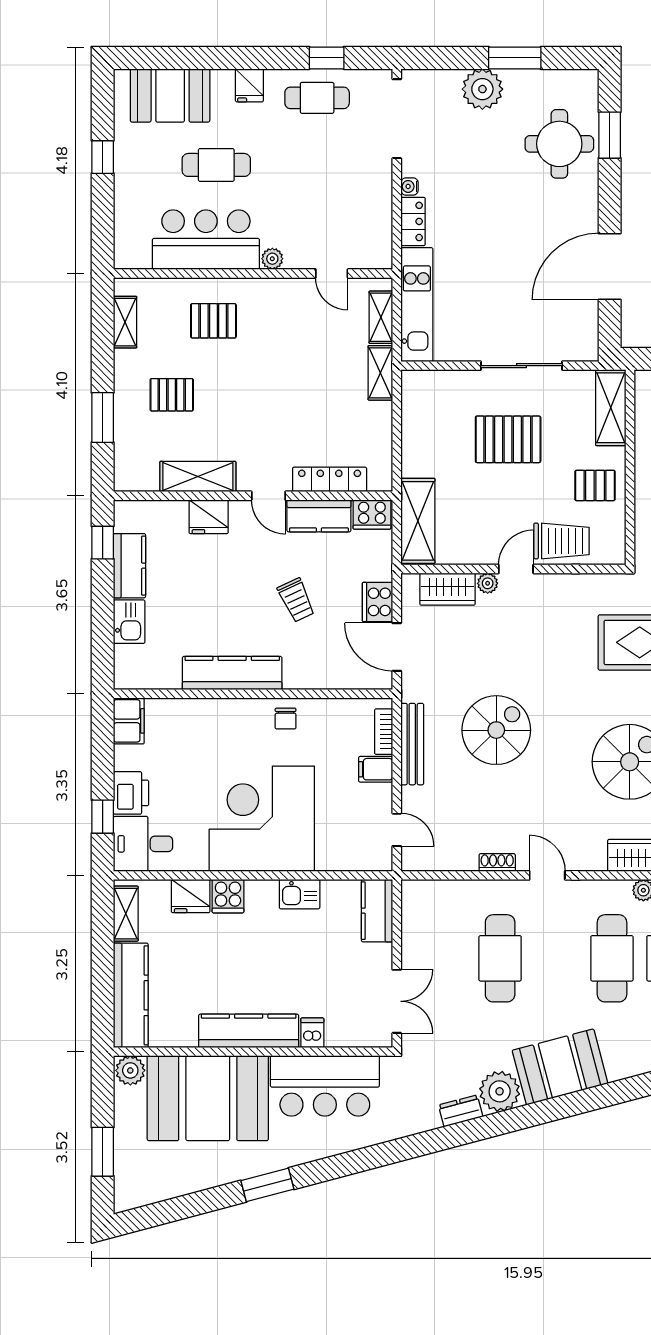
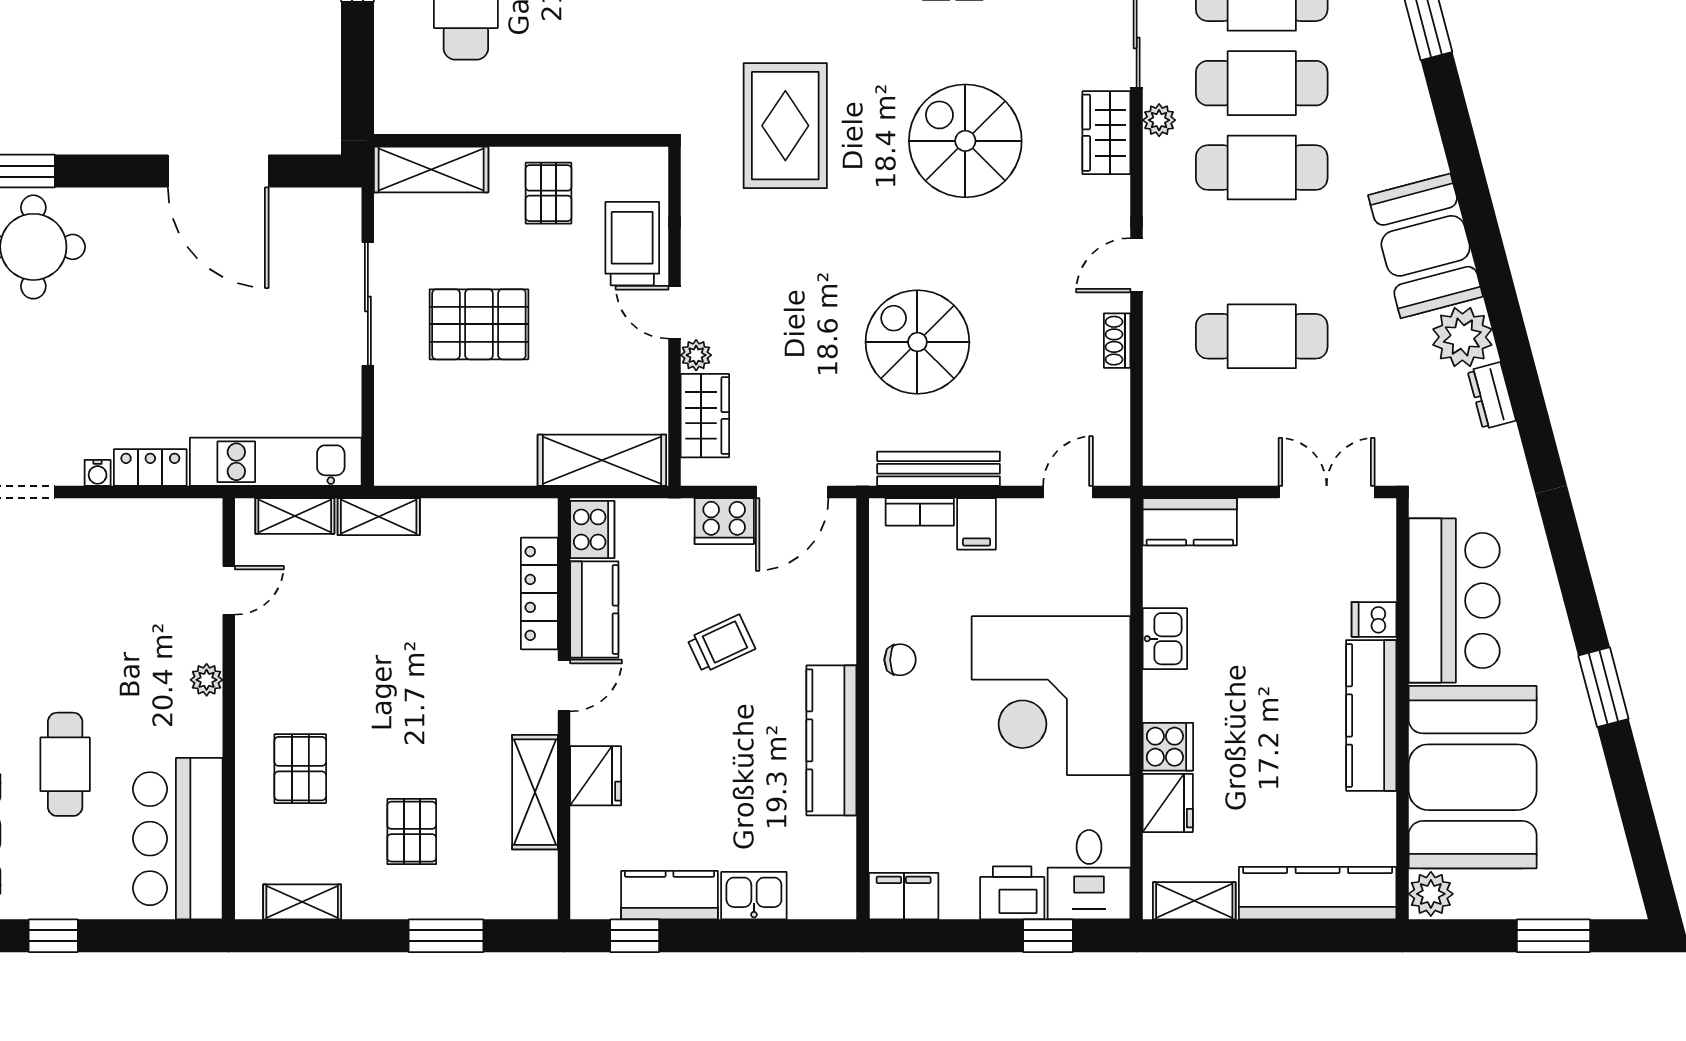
bar counter: (206, 240) -> (178, 839), moved
pallet: (508, 439) -> (479, 324), turned 90

